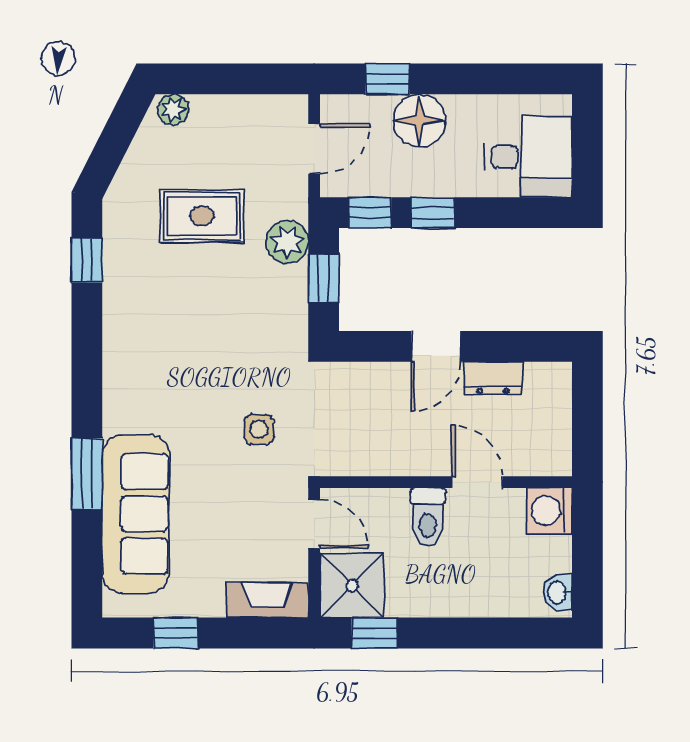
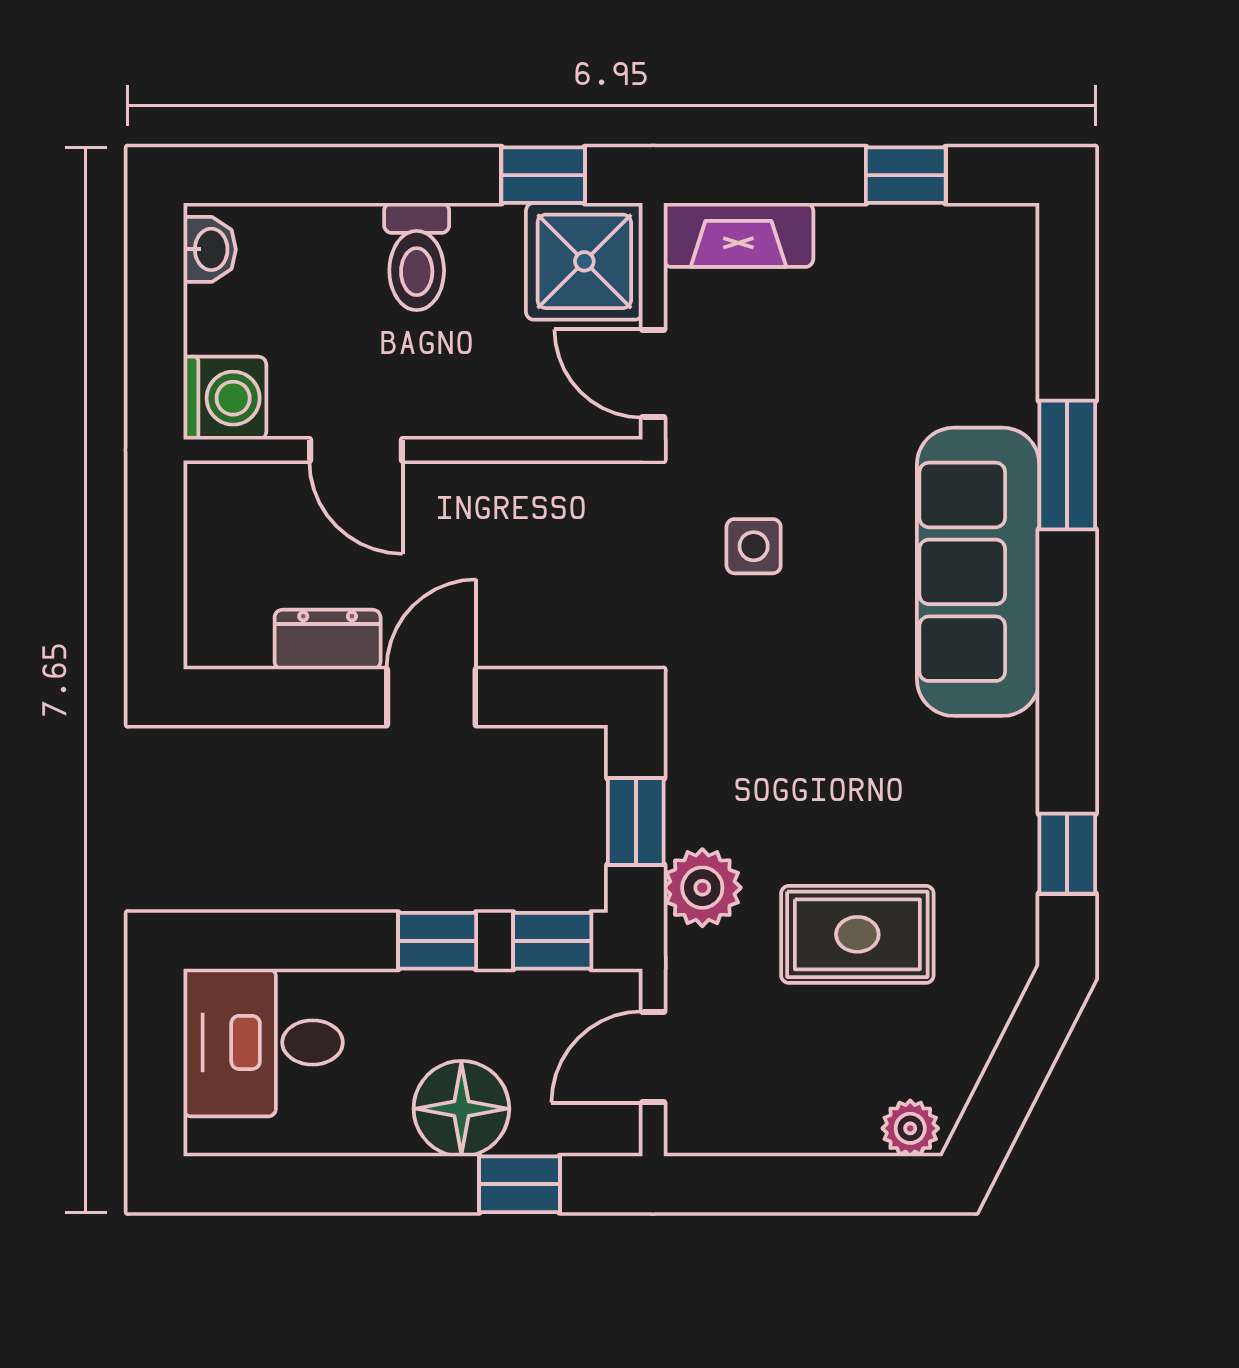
sofa: (136, 514) -> (978, 572), moved
toilet: (428, 517) -> (417, 257), moved, turned 180

